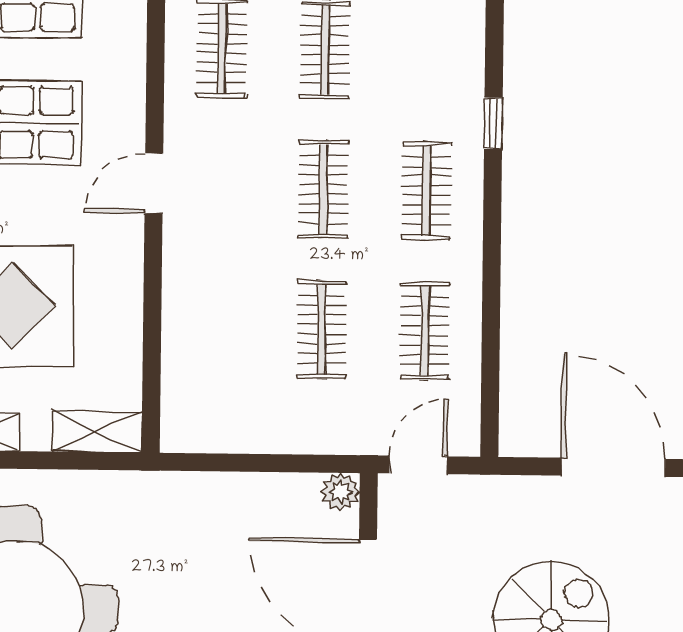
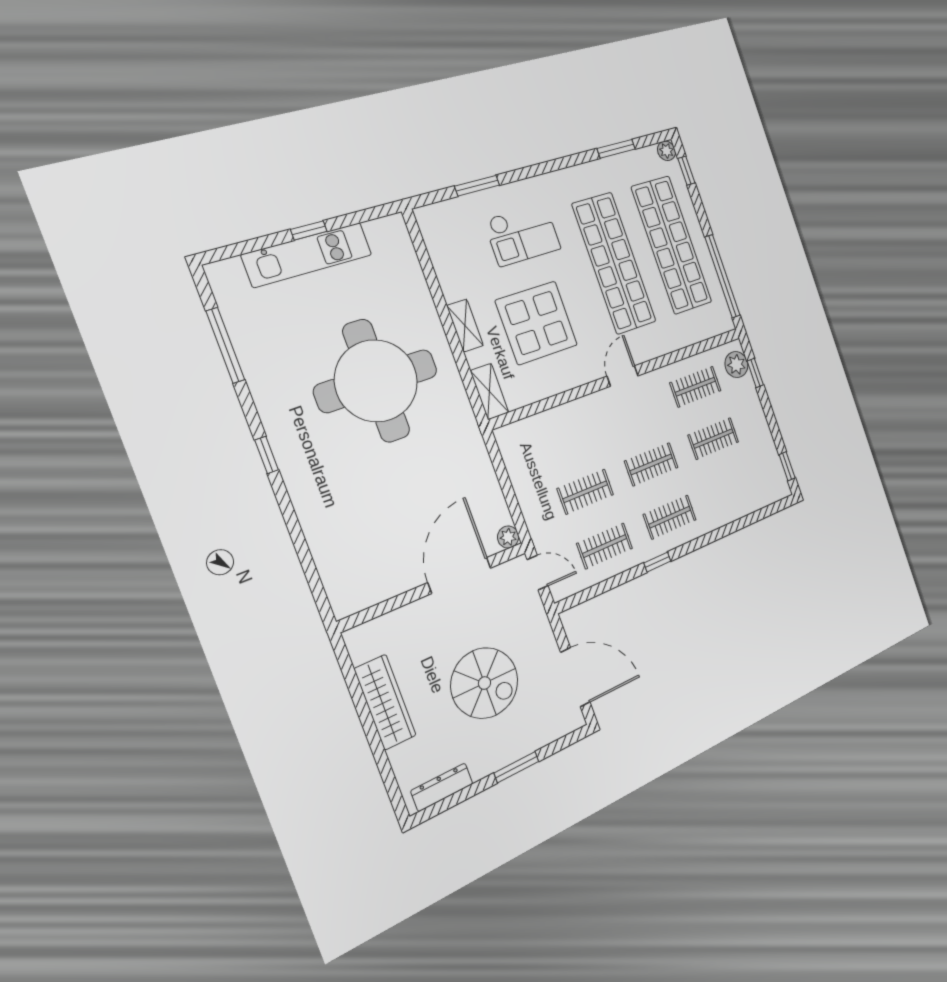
window: (493, 123) -> (657, 562), moved
door: (154, 183) -> (623, 376), hinge flipped
door: (613, 467) -> (575, 677), hinge flipped

